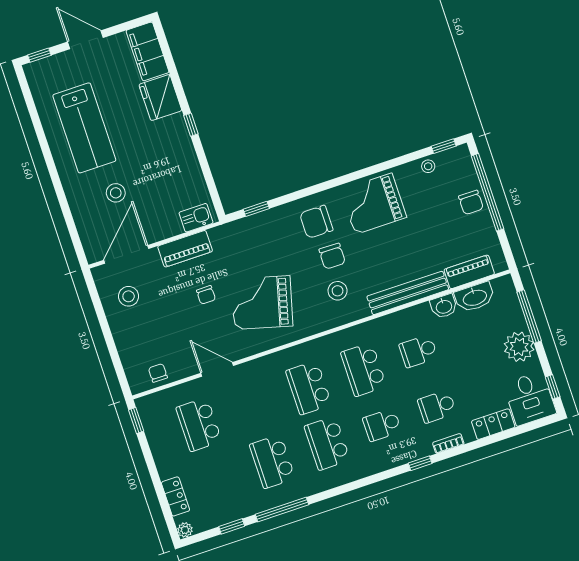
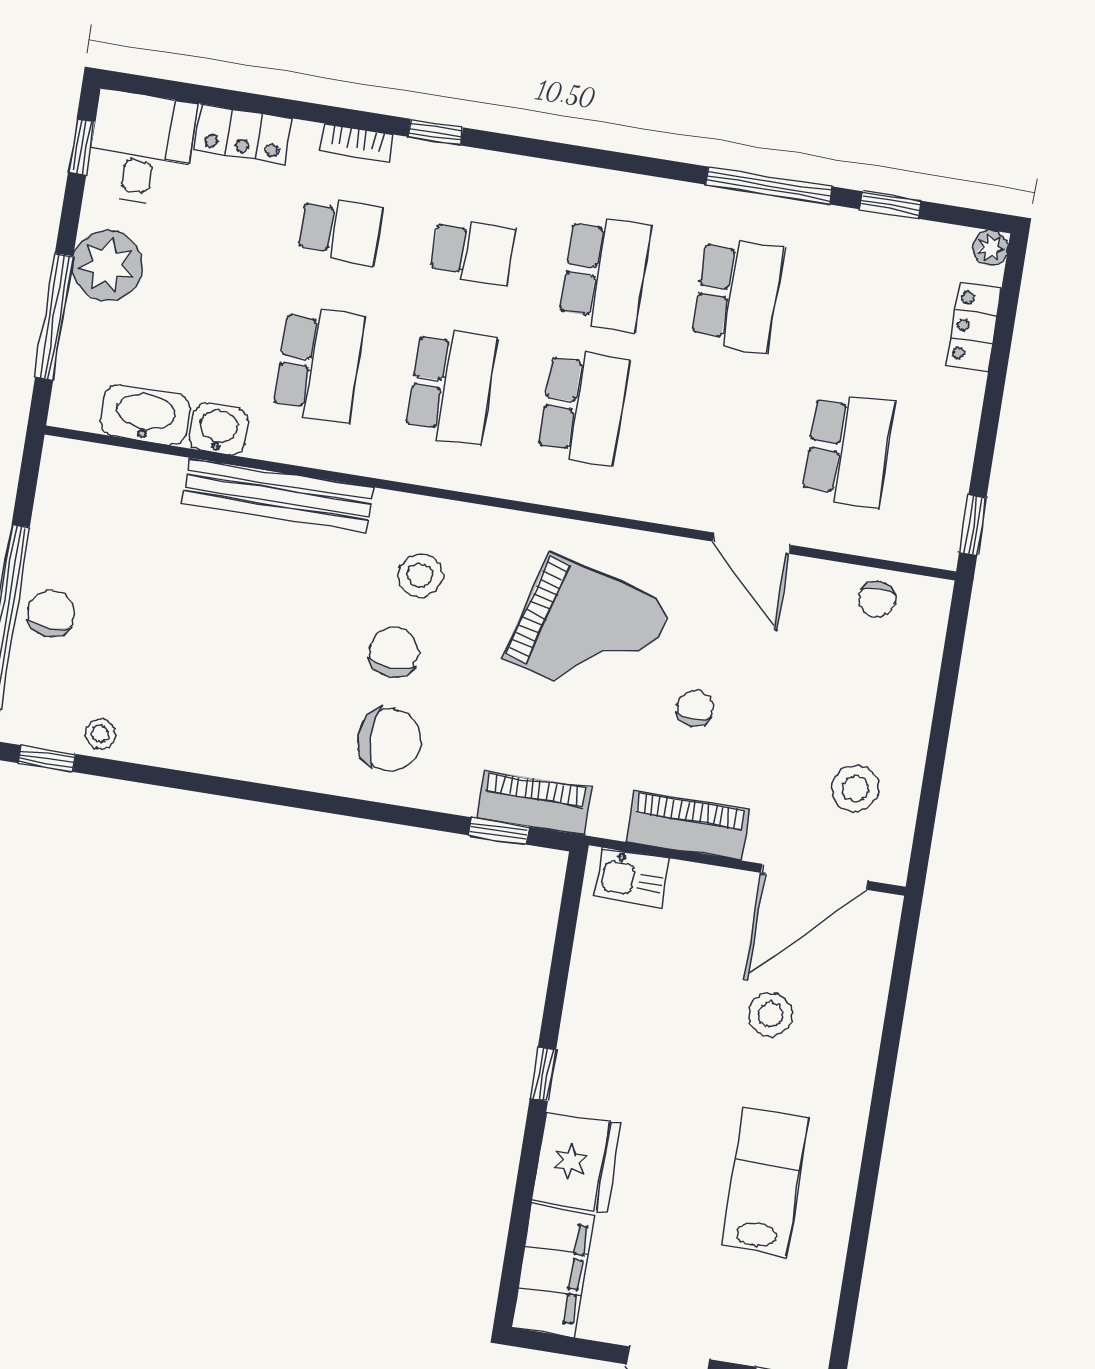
lab bench: (84, 128) -> (765, 1182), width x0.73, depth x0.72
grand piano: (373, 204) -> (253, 716), removed
piano: (469, 272) -> (534, 803), moved, turned 180
school desk: (418, 351) -> (319, 365), width x1.85

